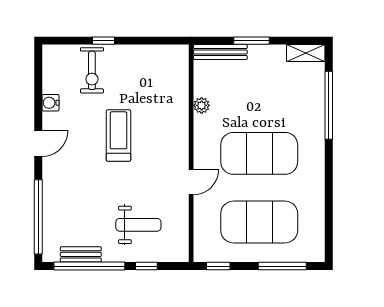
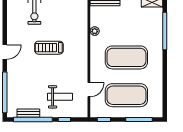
water cooler: (50, 103) -> (12, 30), removed
treadmill: (118, 136) -> (49, 48), turned -90
door: (191, 182) -> (89, 90), moved

